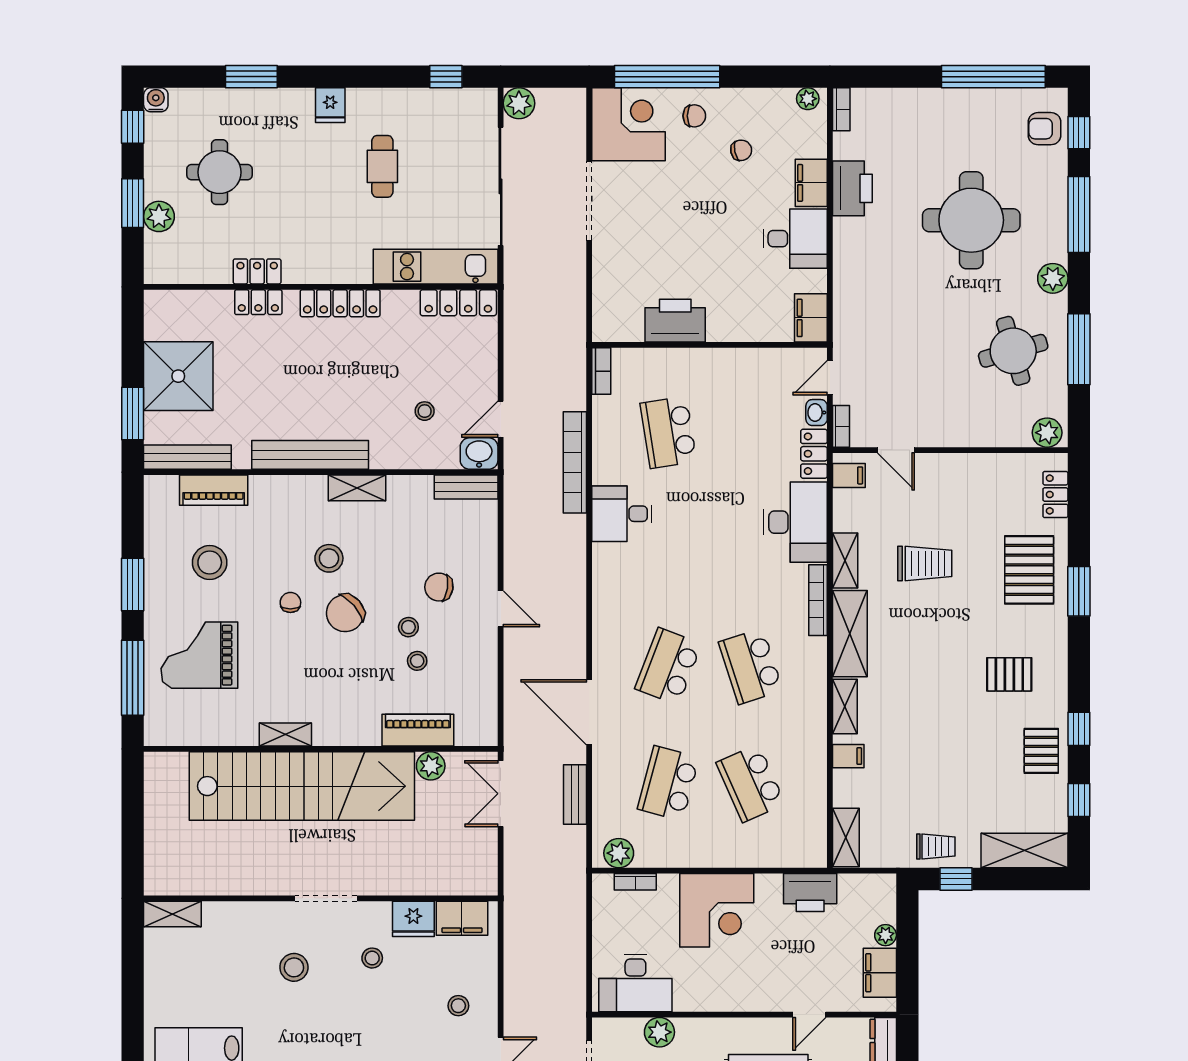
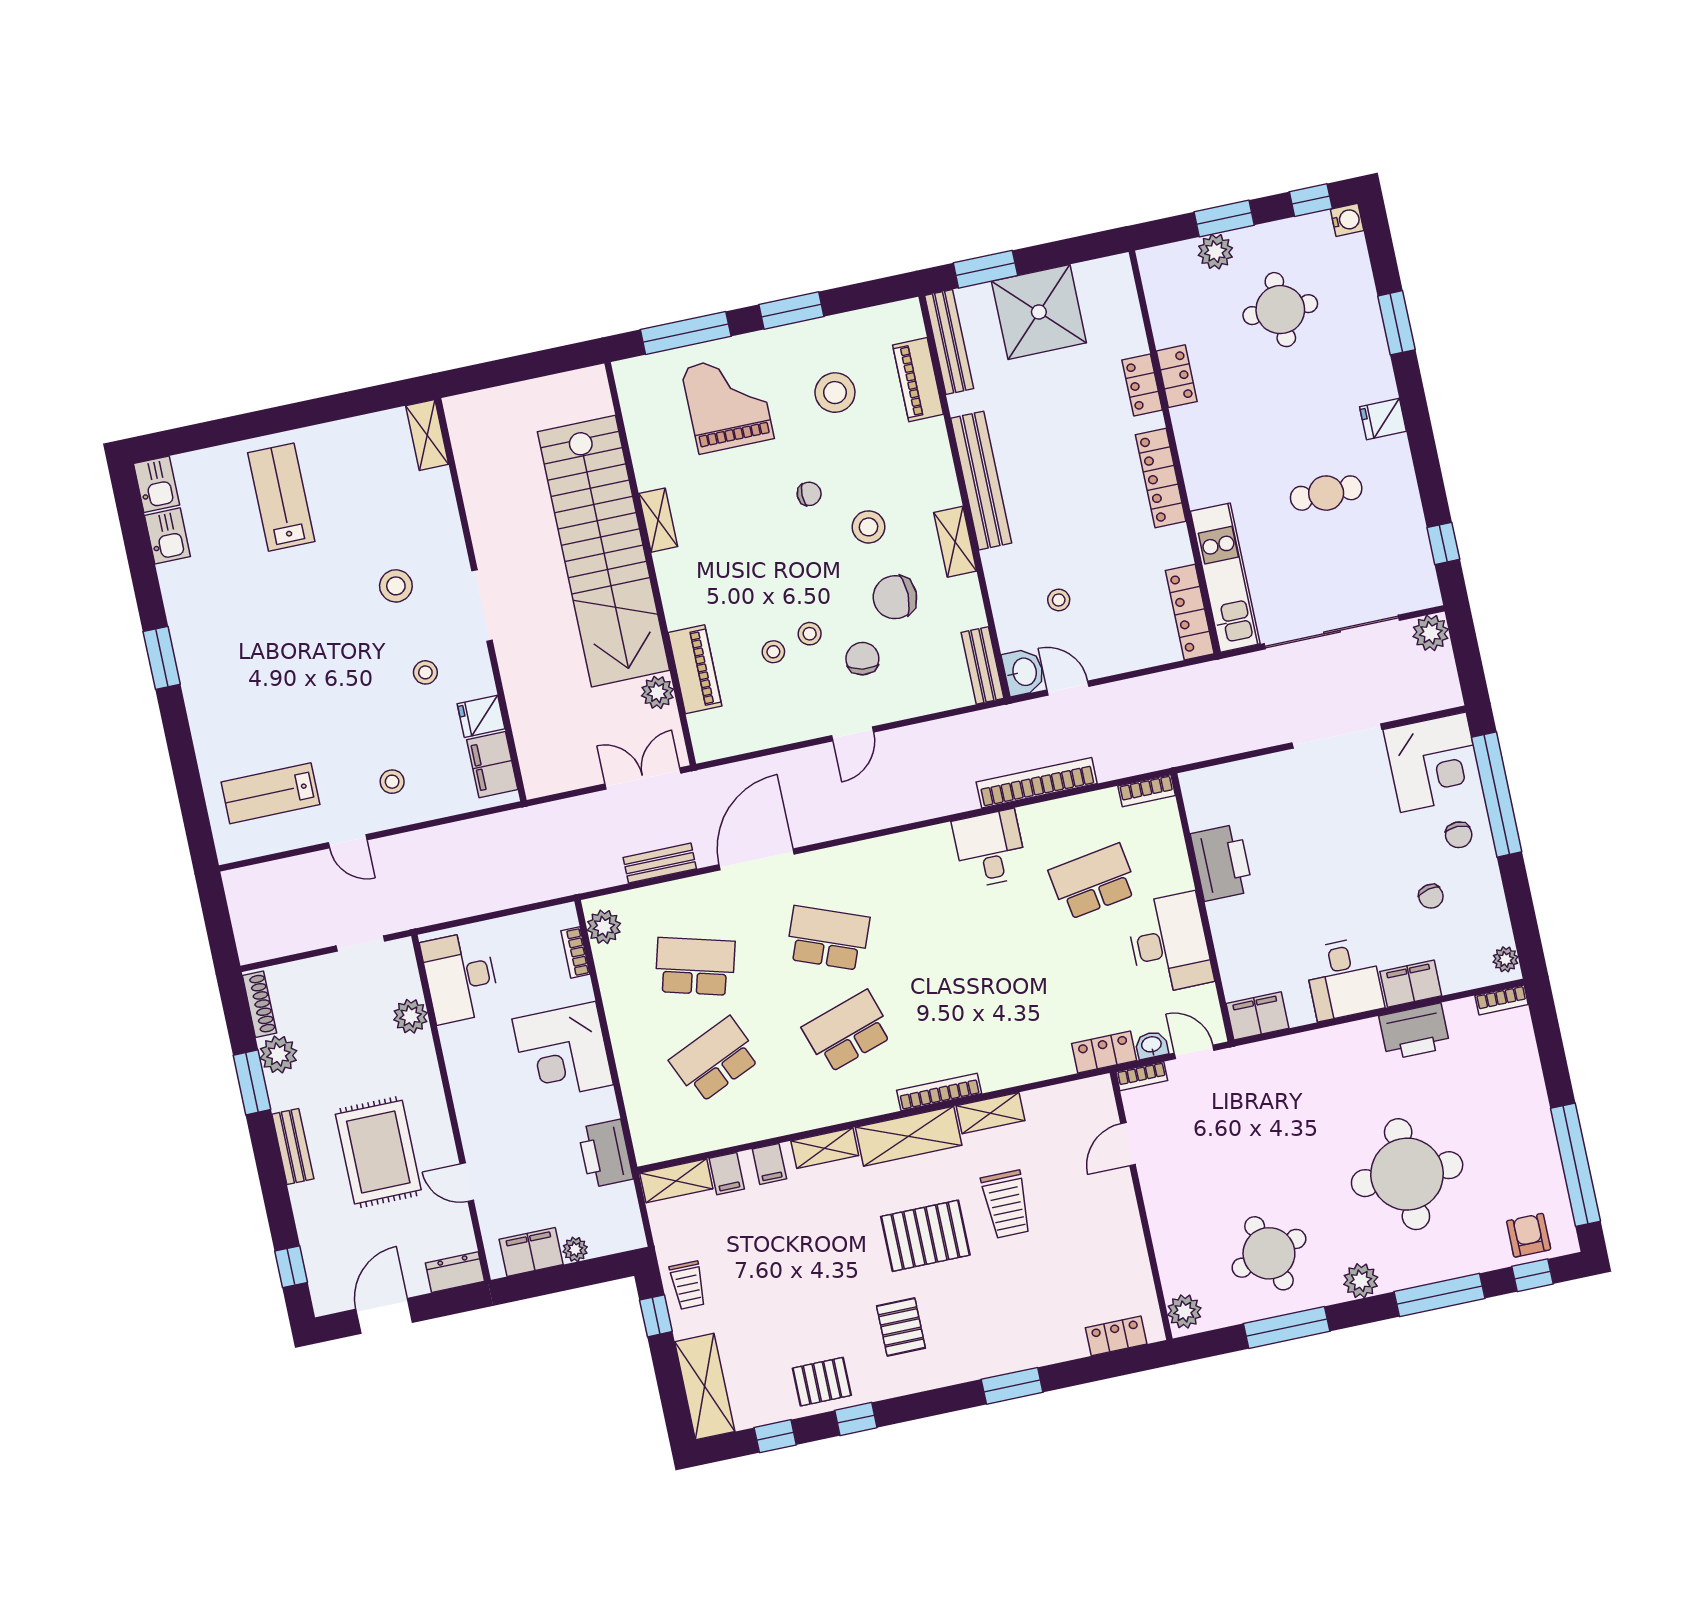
filing cabinet: (849, 475) -> (727, 1174), moved
desk: (795, 522) -> (1169, 943), moved, turned -90
pallet: (1029, 570) -> (925, 1236), moved
chair: (345, 613) -> (895, 597), moved, turned -49
fridge: (413, 919) -> (481, 716), width x0.72

